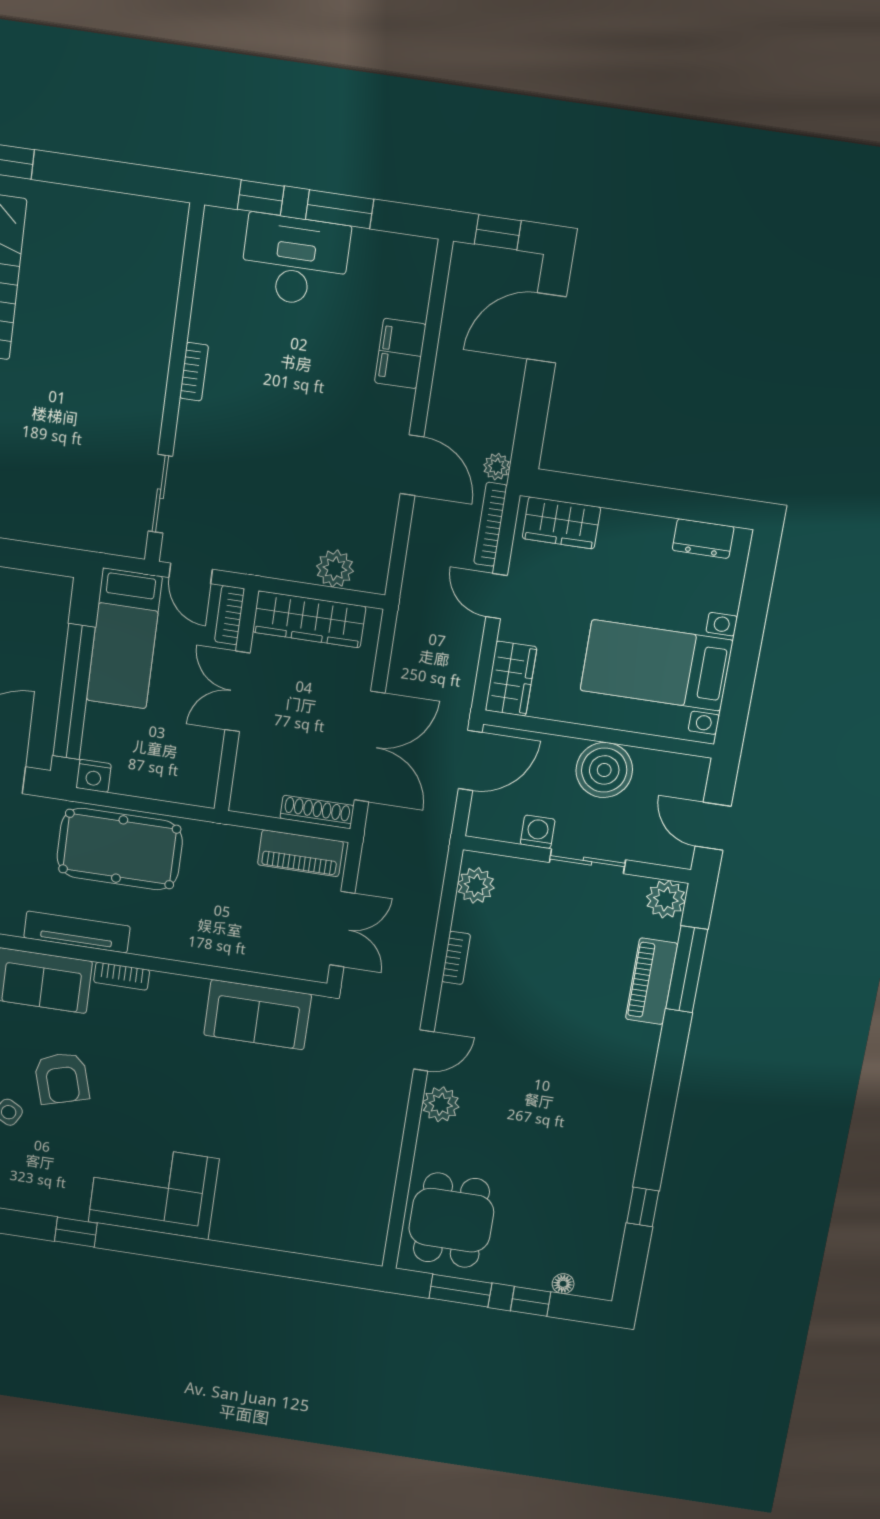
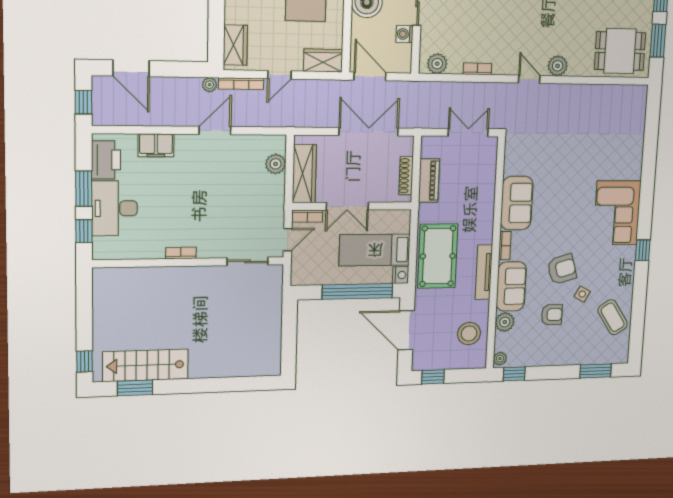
printer: (387, 258) -> (106, 160), added
bed: (124, 639) -> (375, 250), moved, turned 180
shoe rack: (317, 812) -> (406, 176), moved
piano: (300, 853) -> (429, 181), moved
sofa: (258, 1015) -> (517, 203), moved

